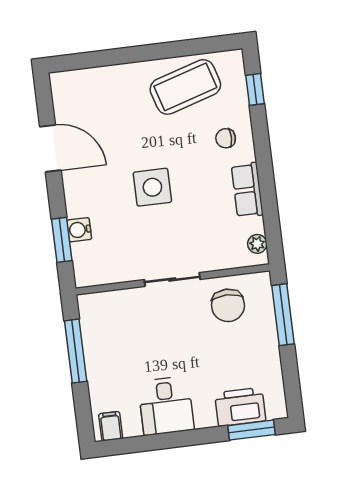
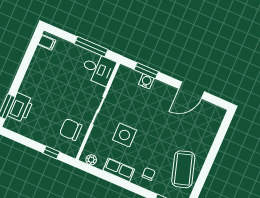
side table: (152, 187) -> (124, 135), moved
window: (283, 315) -> (51, 152), width x0.46
desk: (166, 406) -> (98, 69), moved, turned 180

